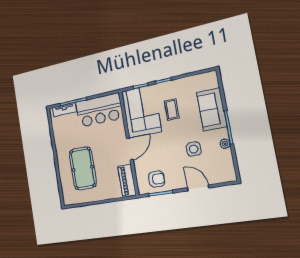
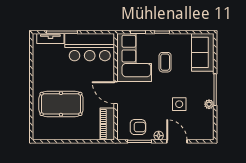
sofa: (212, 109) -> (203, 52), moved
door: (130, 149) -> (116, 93), swing flipped
pool table: (83, 168) -> (61, 104), turned 90
floor lamp: (179, 185) -> (159, 136), added

